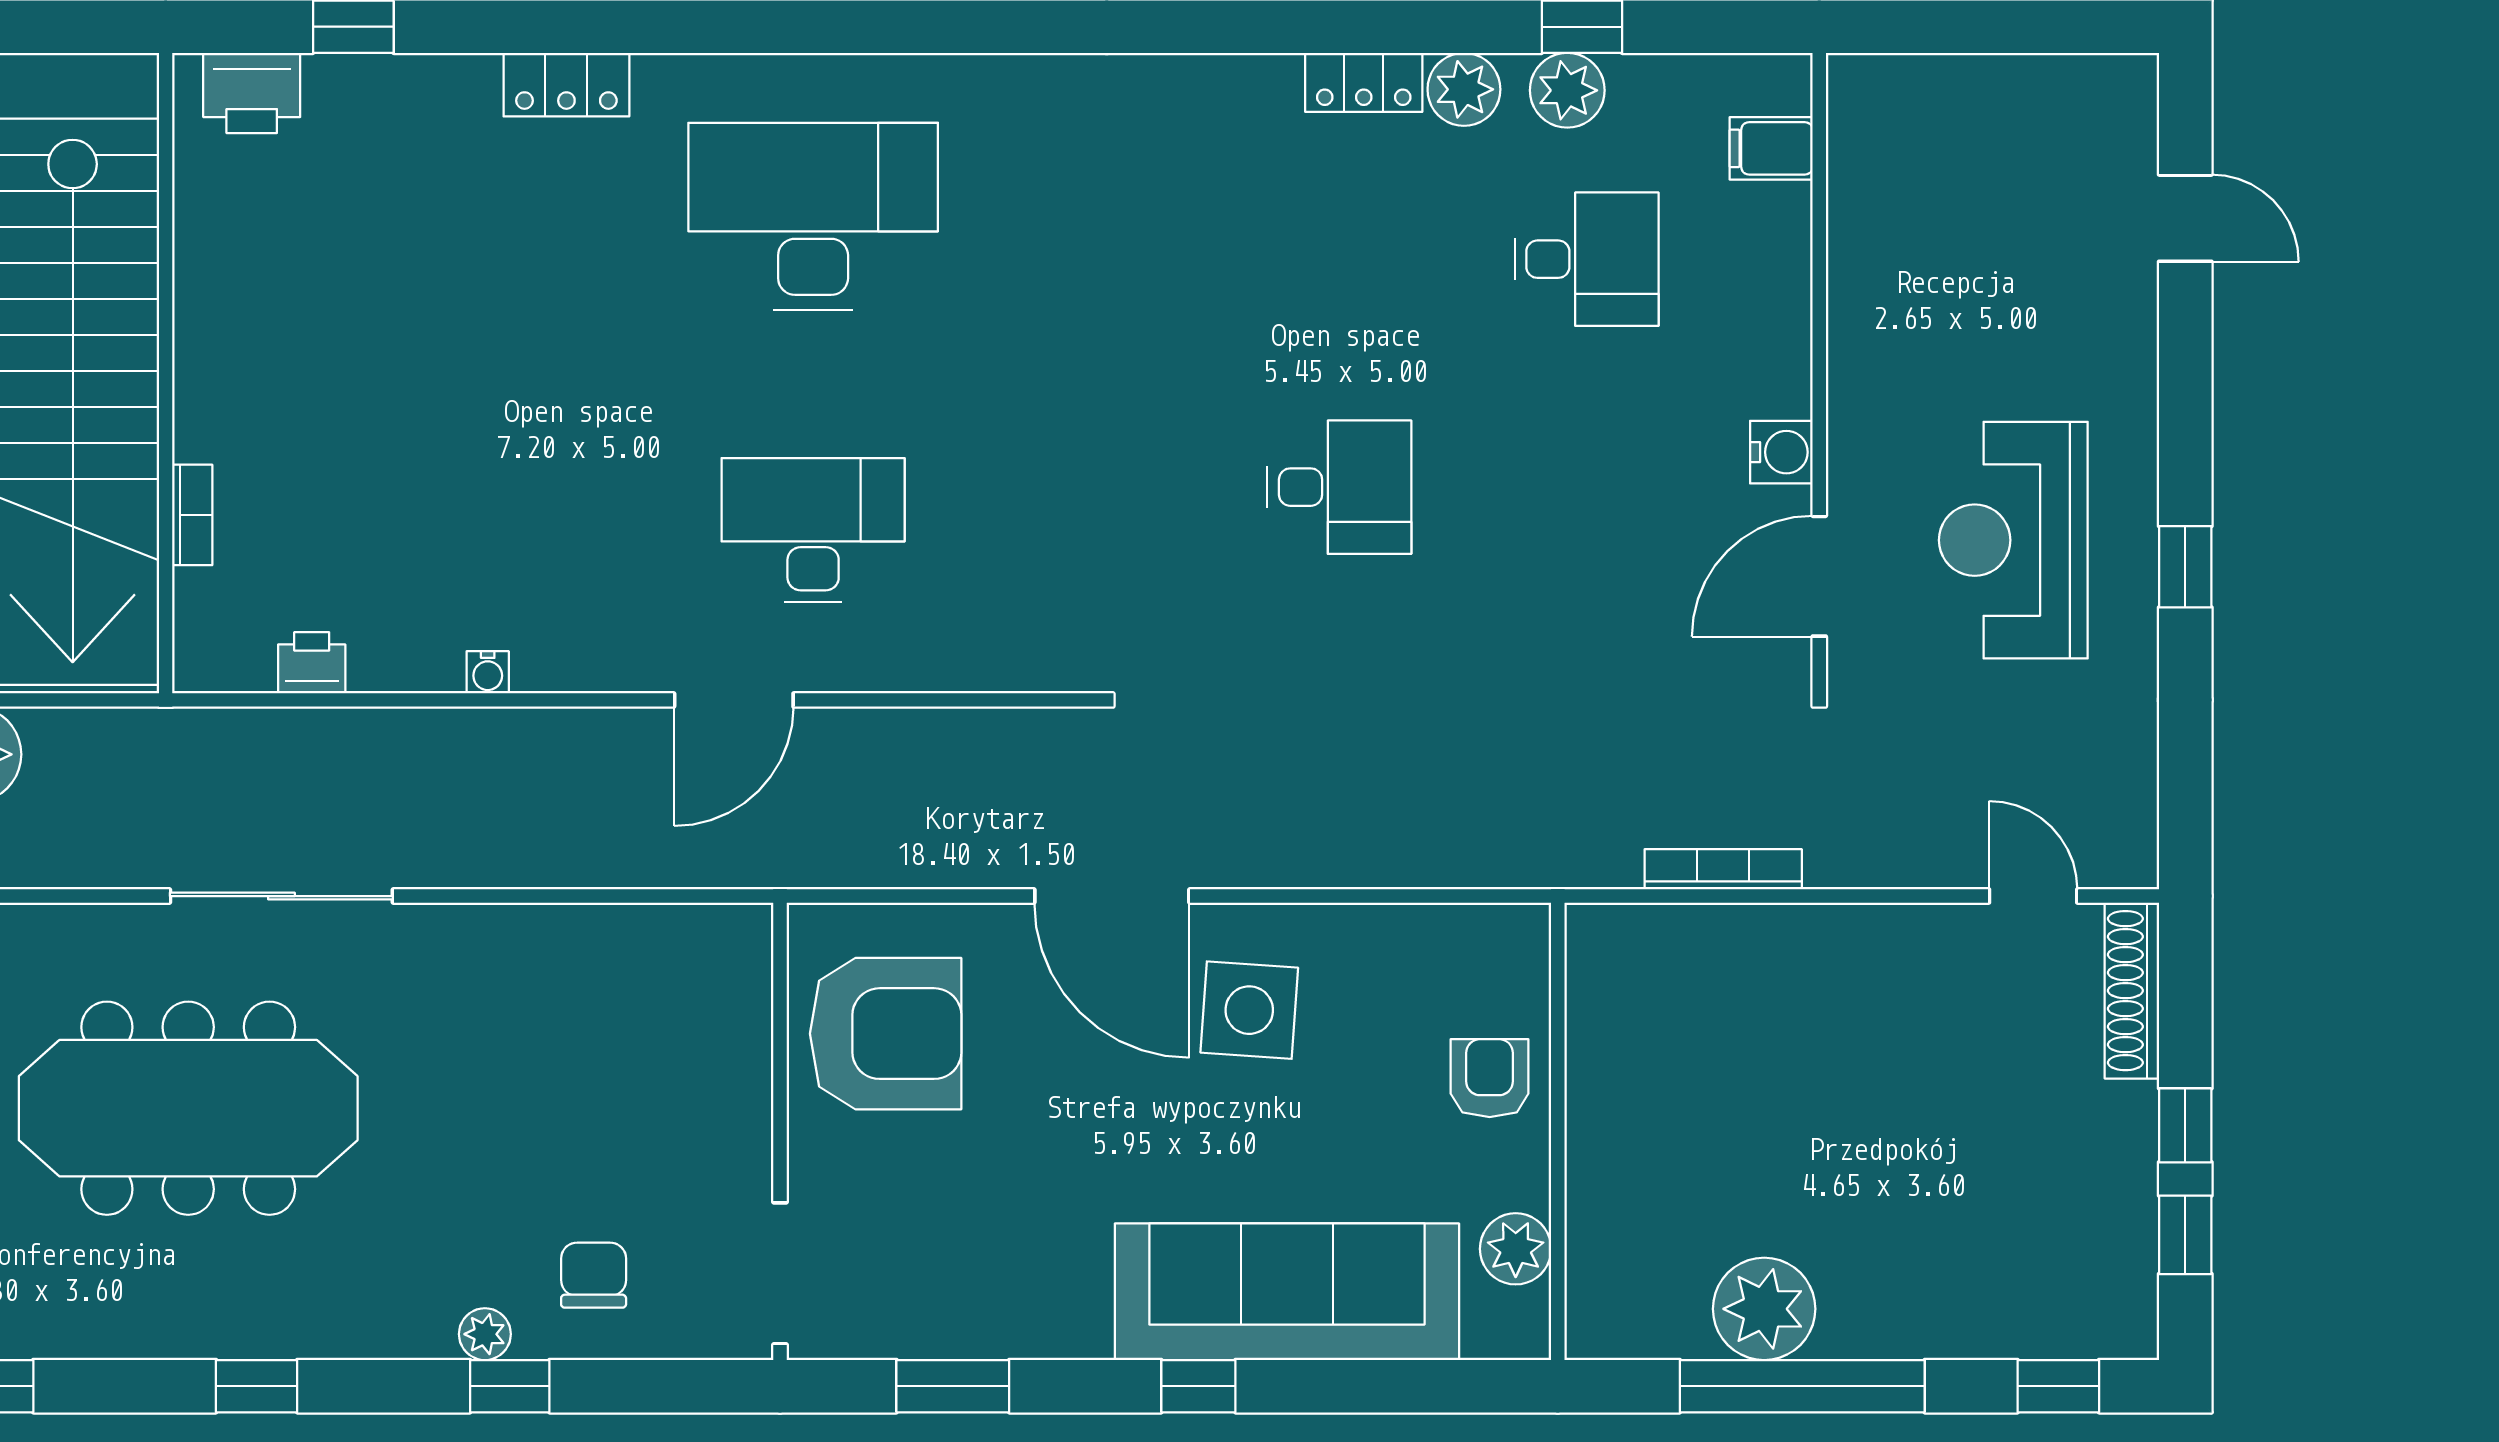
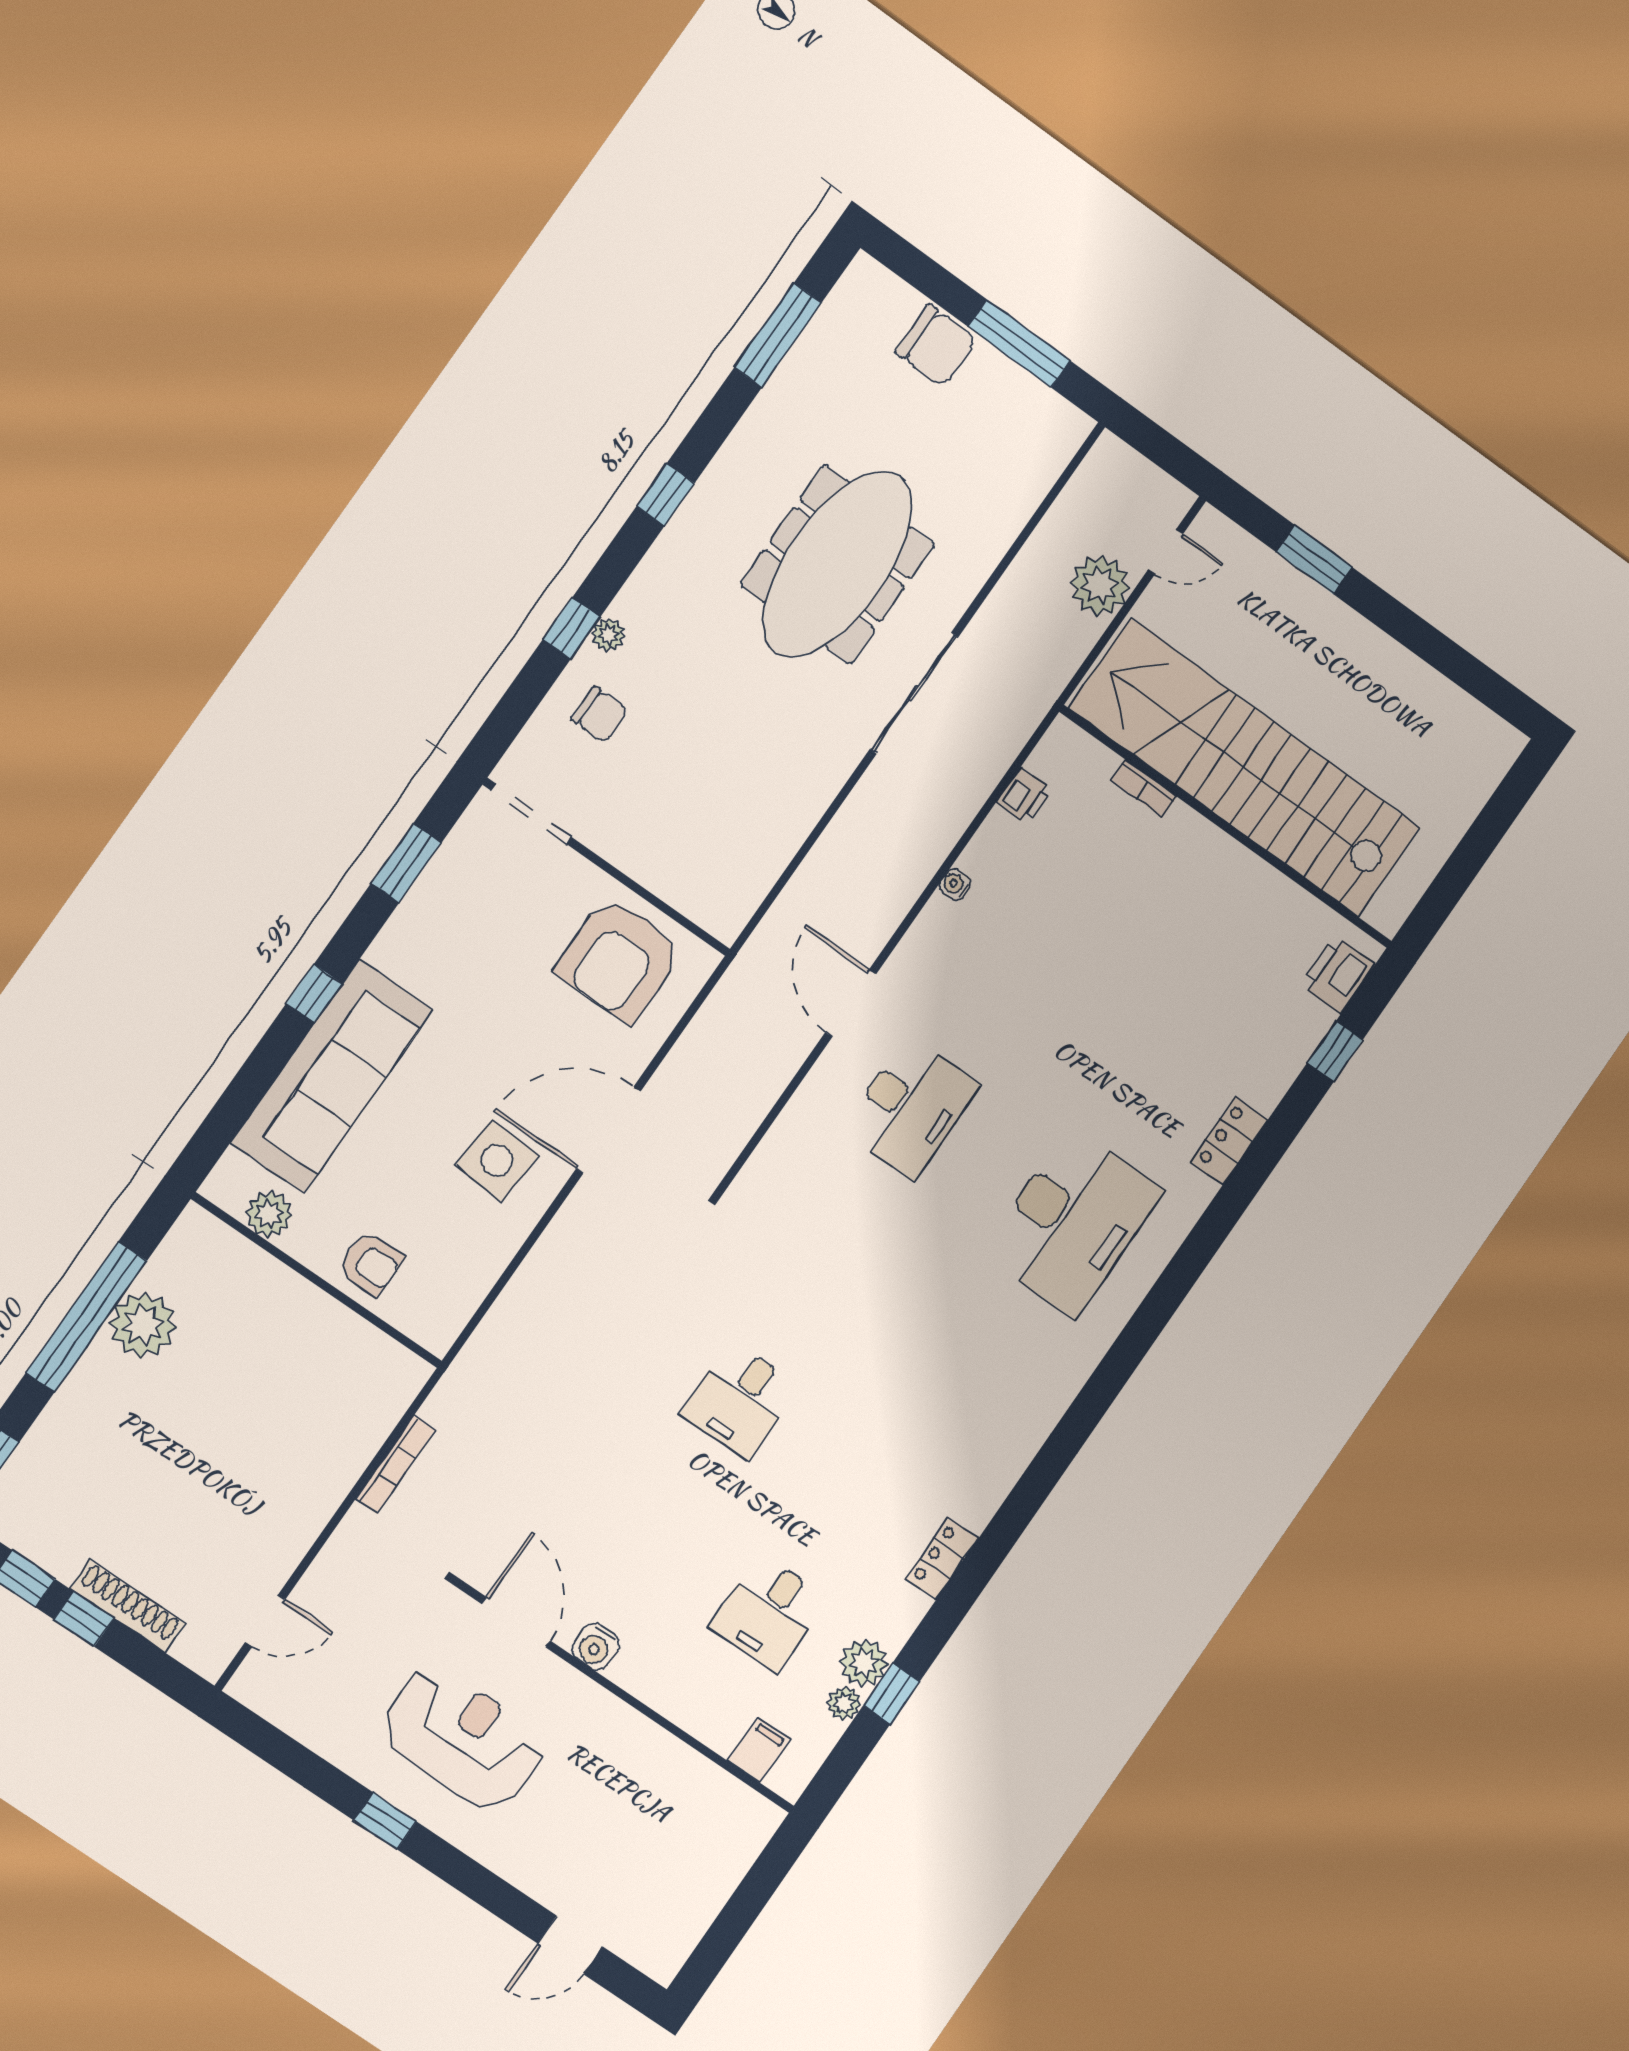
plant: (1464, 89) -> (844, 1703), moved, width x0.73, depth x0.73
shoe rack: (2132, 991) -> (128, 1606), moved

